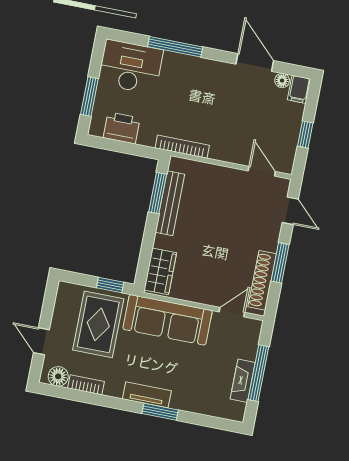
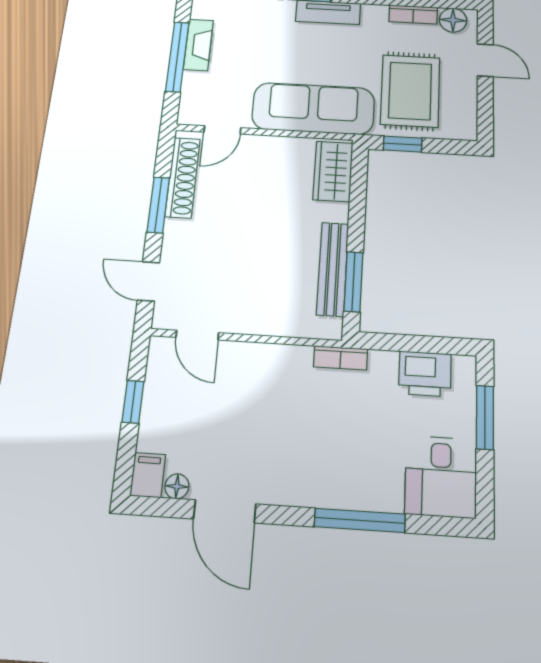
desk: (131, 67) -> (441, 477), width x0.73
bookcase: (182, 147) -> (341, 358), width x0.64

